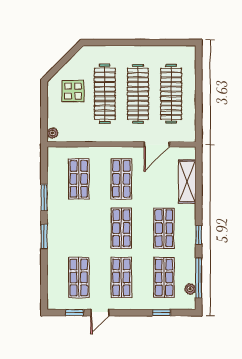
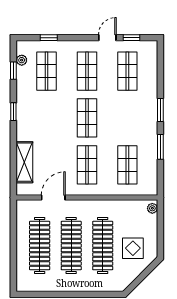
shop shelf: (164, 228) -> (46, 118), removed
window: (199, 278) -> (13, 71), width x0.46

